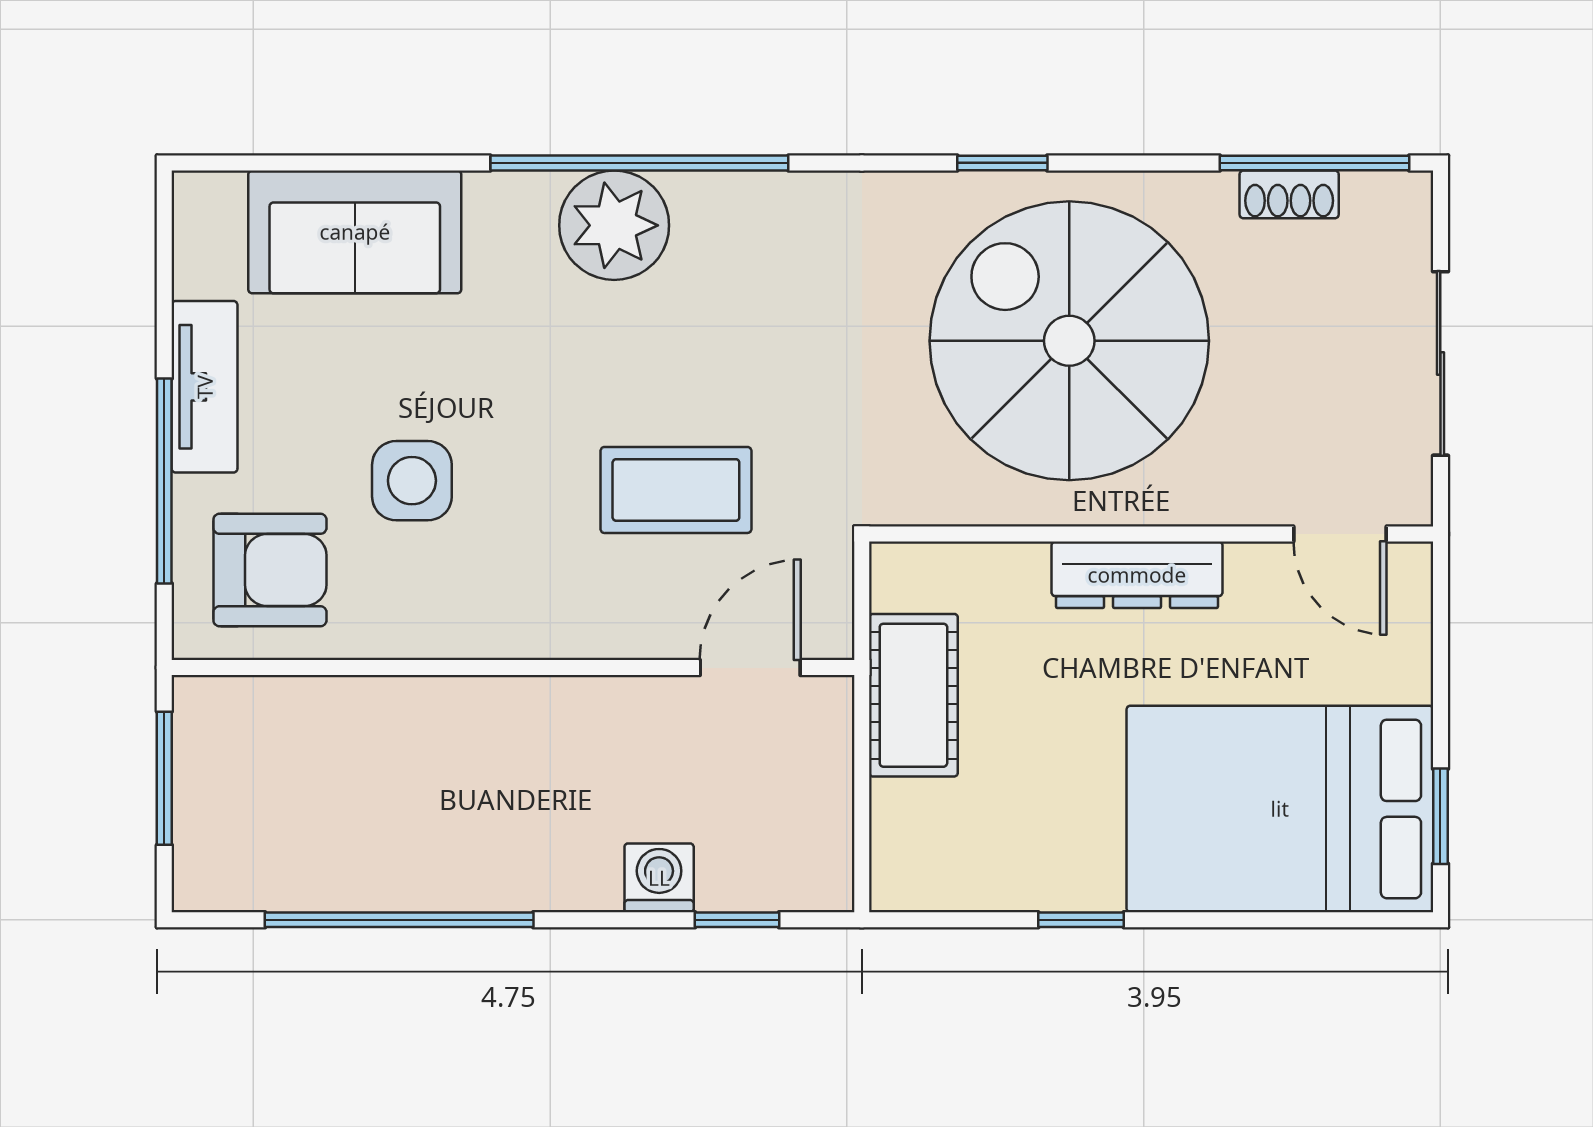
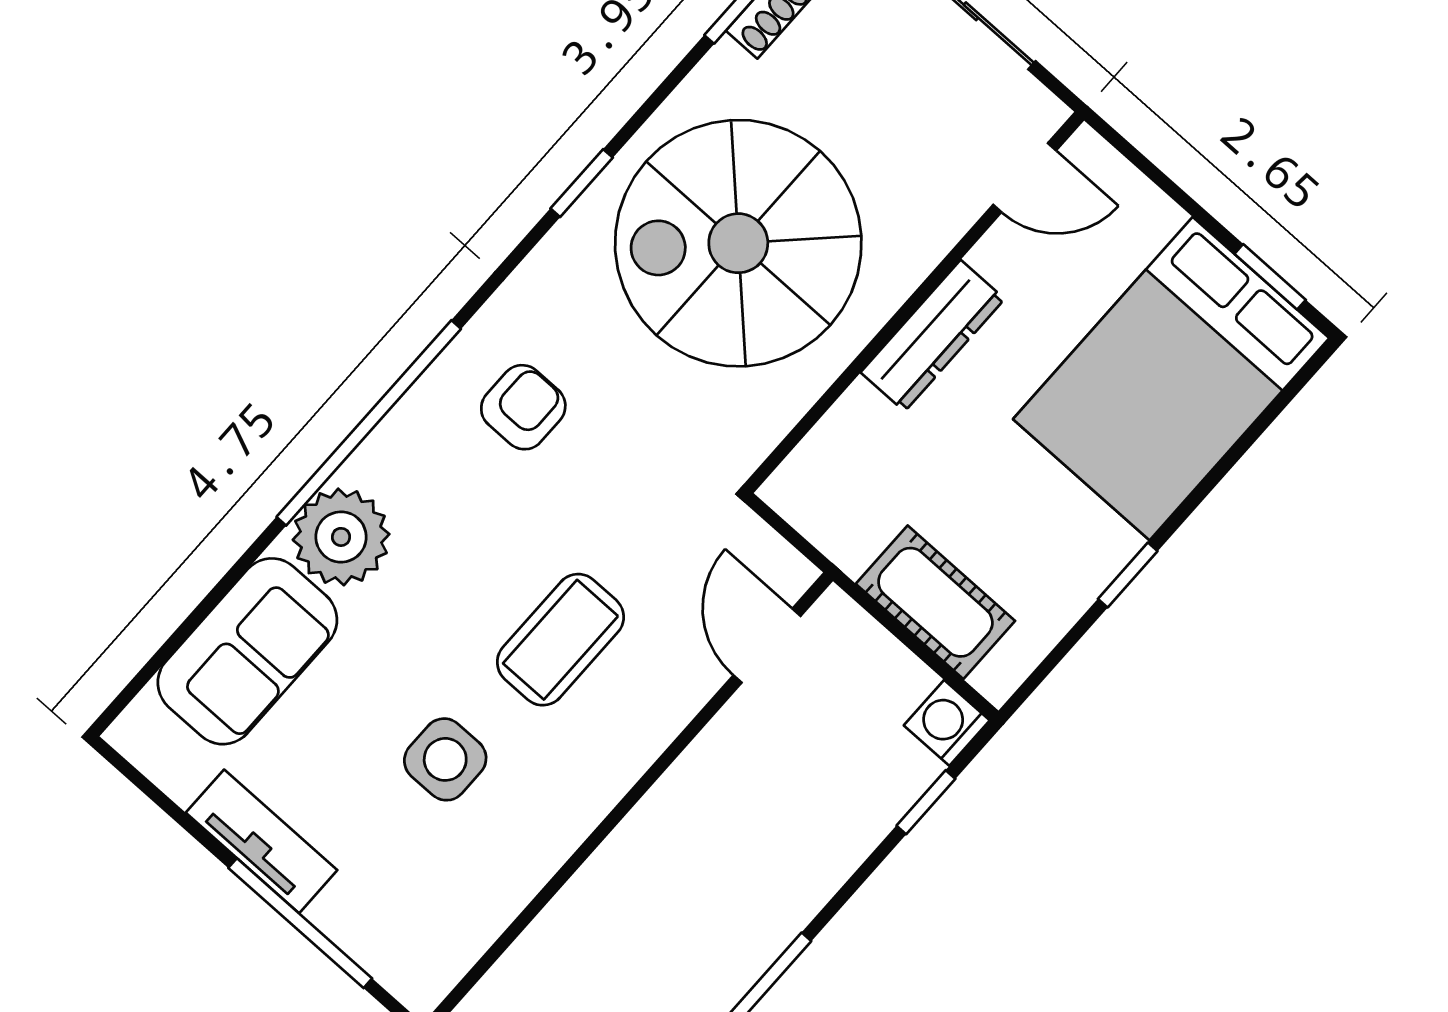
plant: (614, 225) -> (341, 537), moved
coffee table: (676, 490) -> (560, 640), moved
armchair: (270, 570) -> (523, 407), moved, width x0.72, depth x0.72
cot: (913, 695) -> (935, 602), moved
washing machine: (659, 878) -> (947, 723), moved

